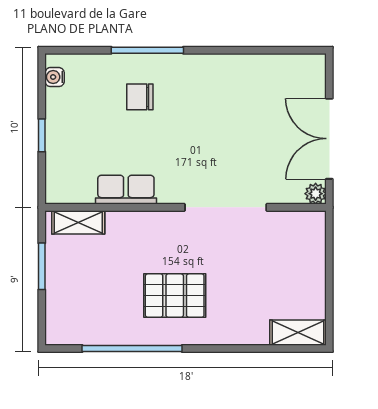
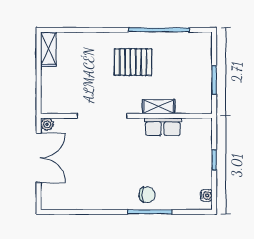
chair: (140, 97) -> (147, 195), moved
shelving: (78, 222) -> (159, 107), moved
shelving: (298, 333) -> (48, 49), moved, turned 90

